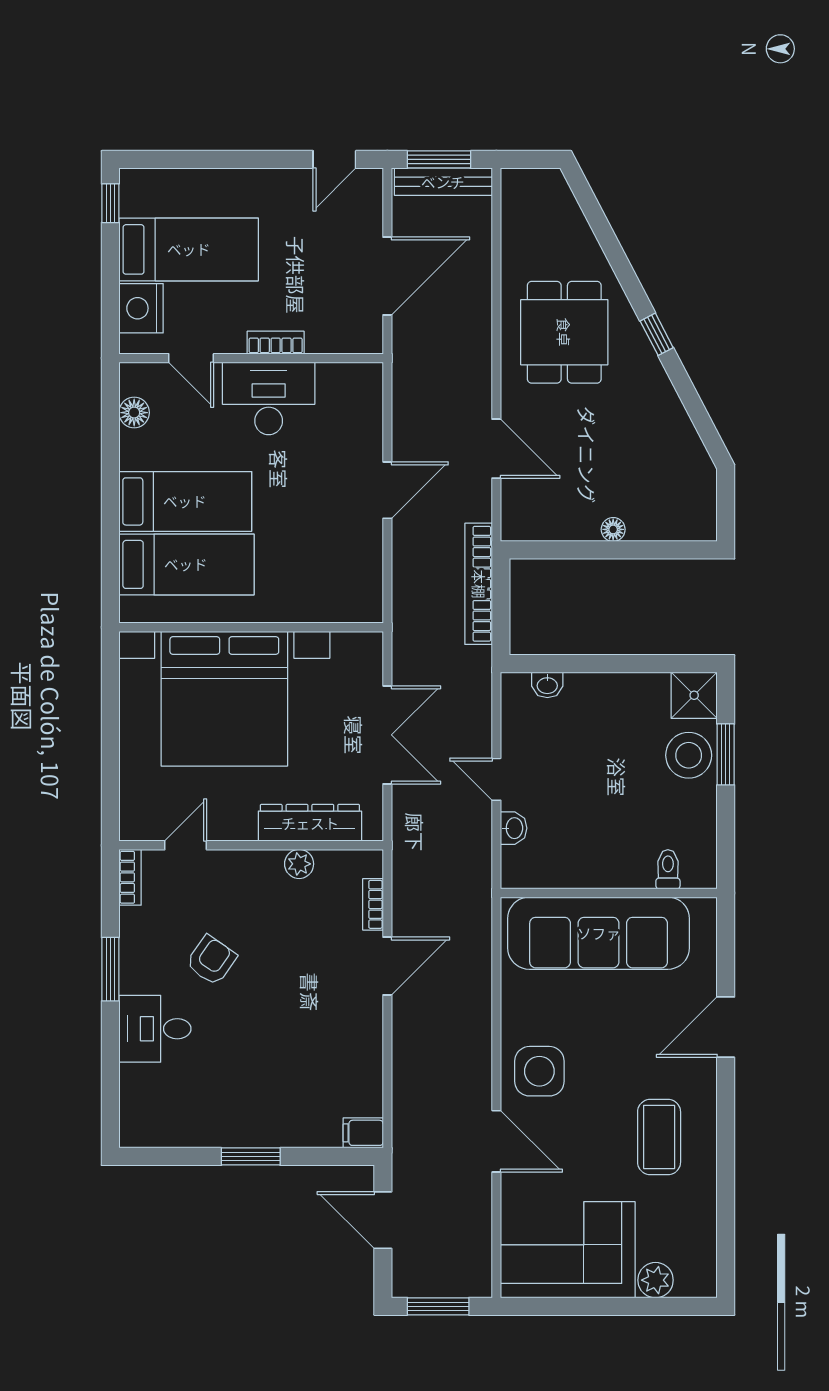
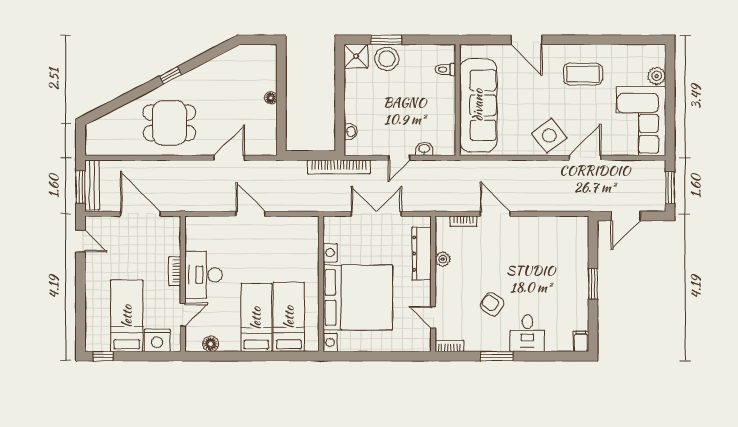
bookcase: (479, 584) -> (339, 167), moved
side table: (539, 1071) -> (549, 136), turned -38
filing cabinet: (363, 1133) -> (581, 341), moved, turned 180

